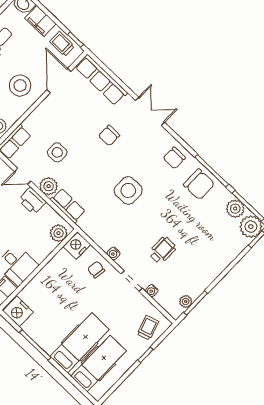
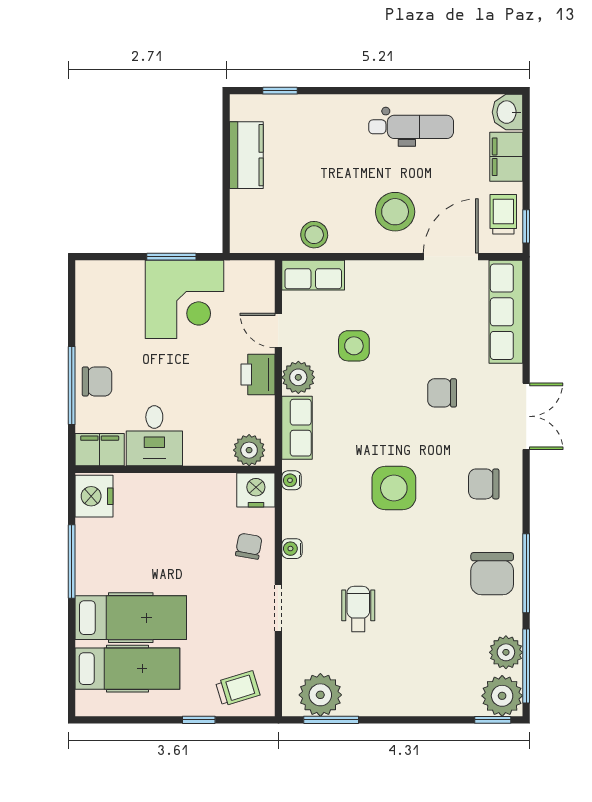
chair: (174, 158) -> (484, 484), moved
wheelchair: (162, 250) -> (358, 609), turned -90
water cooler: (152, 291) -> (292, 480), moved
plant: (186, 301) -> (320, 695), width x1.88, depth x1.88

